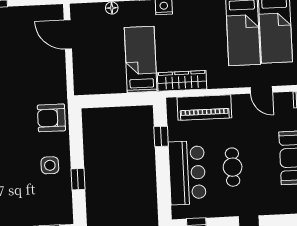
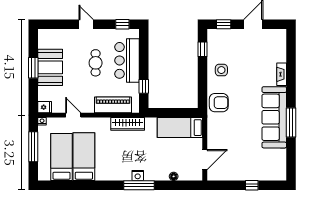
door: (68, 35) -> (205, 160), hinge flipped
bed: (141, 59) -> (180, 128), moved, turned 90
window: (78, 179) -> (202, 49), moved

